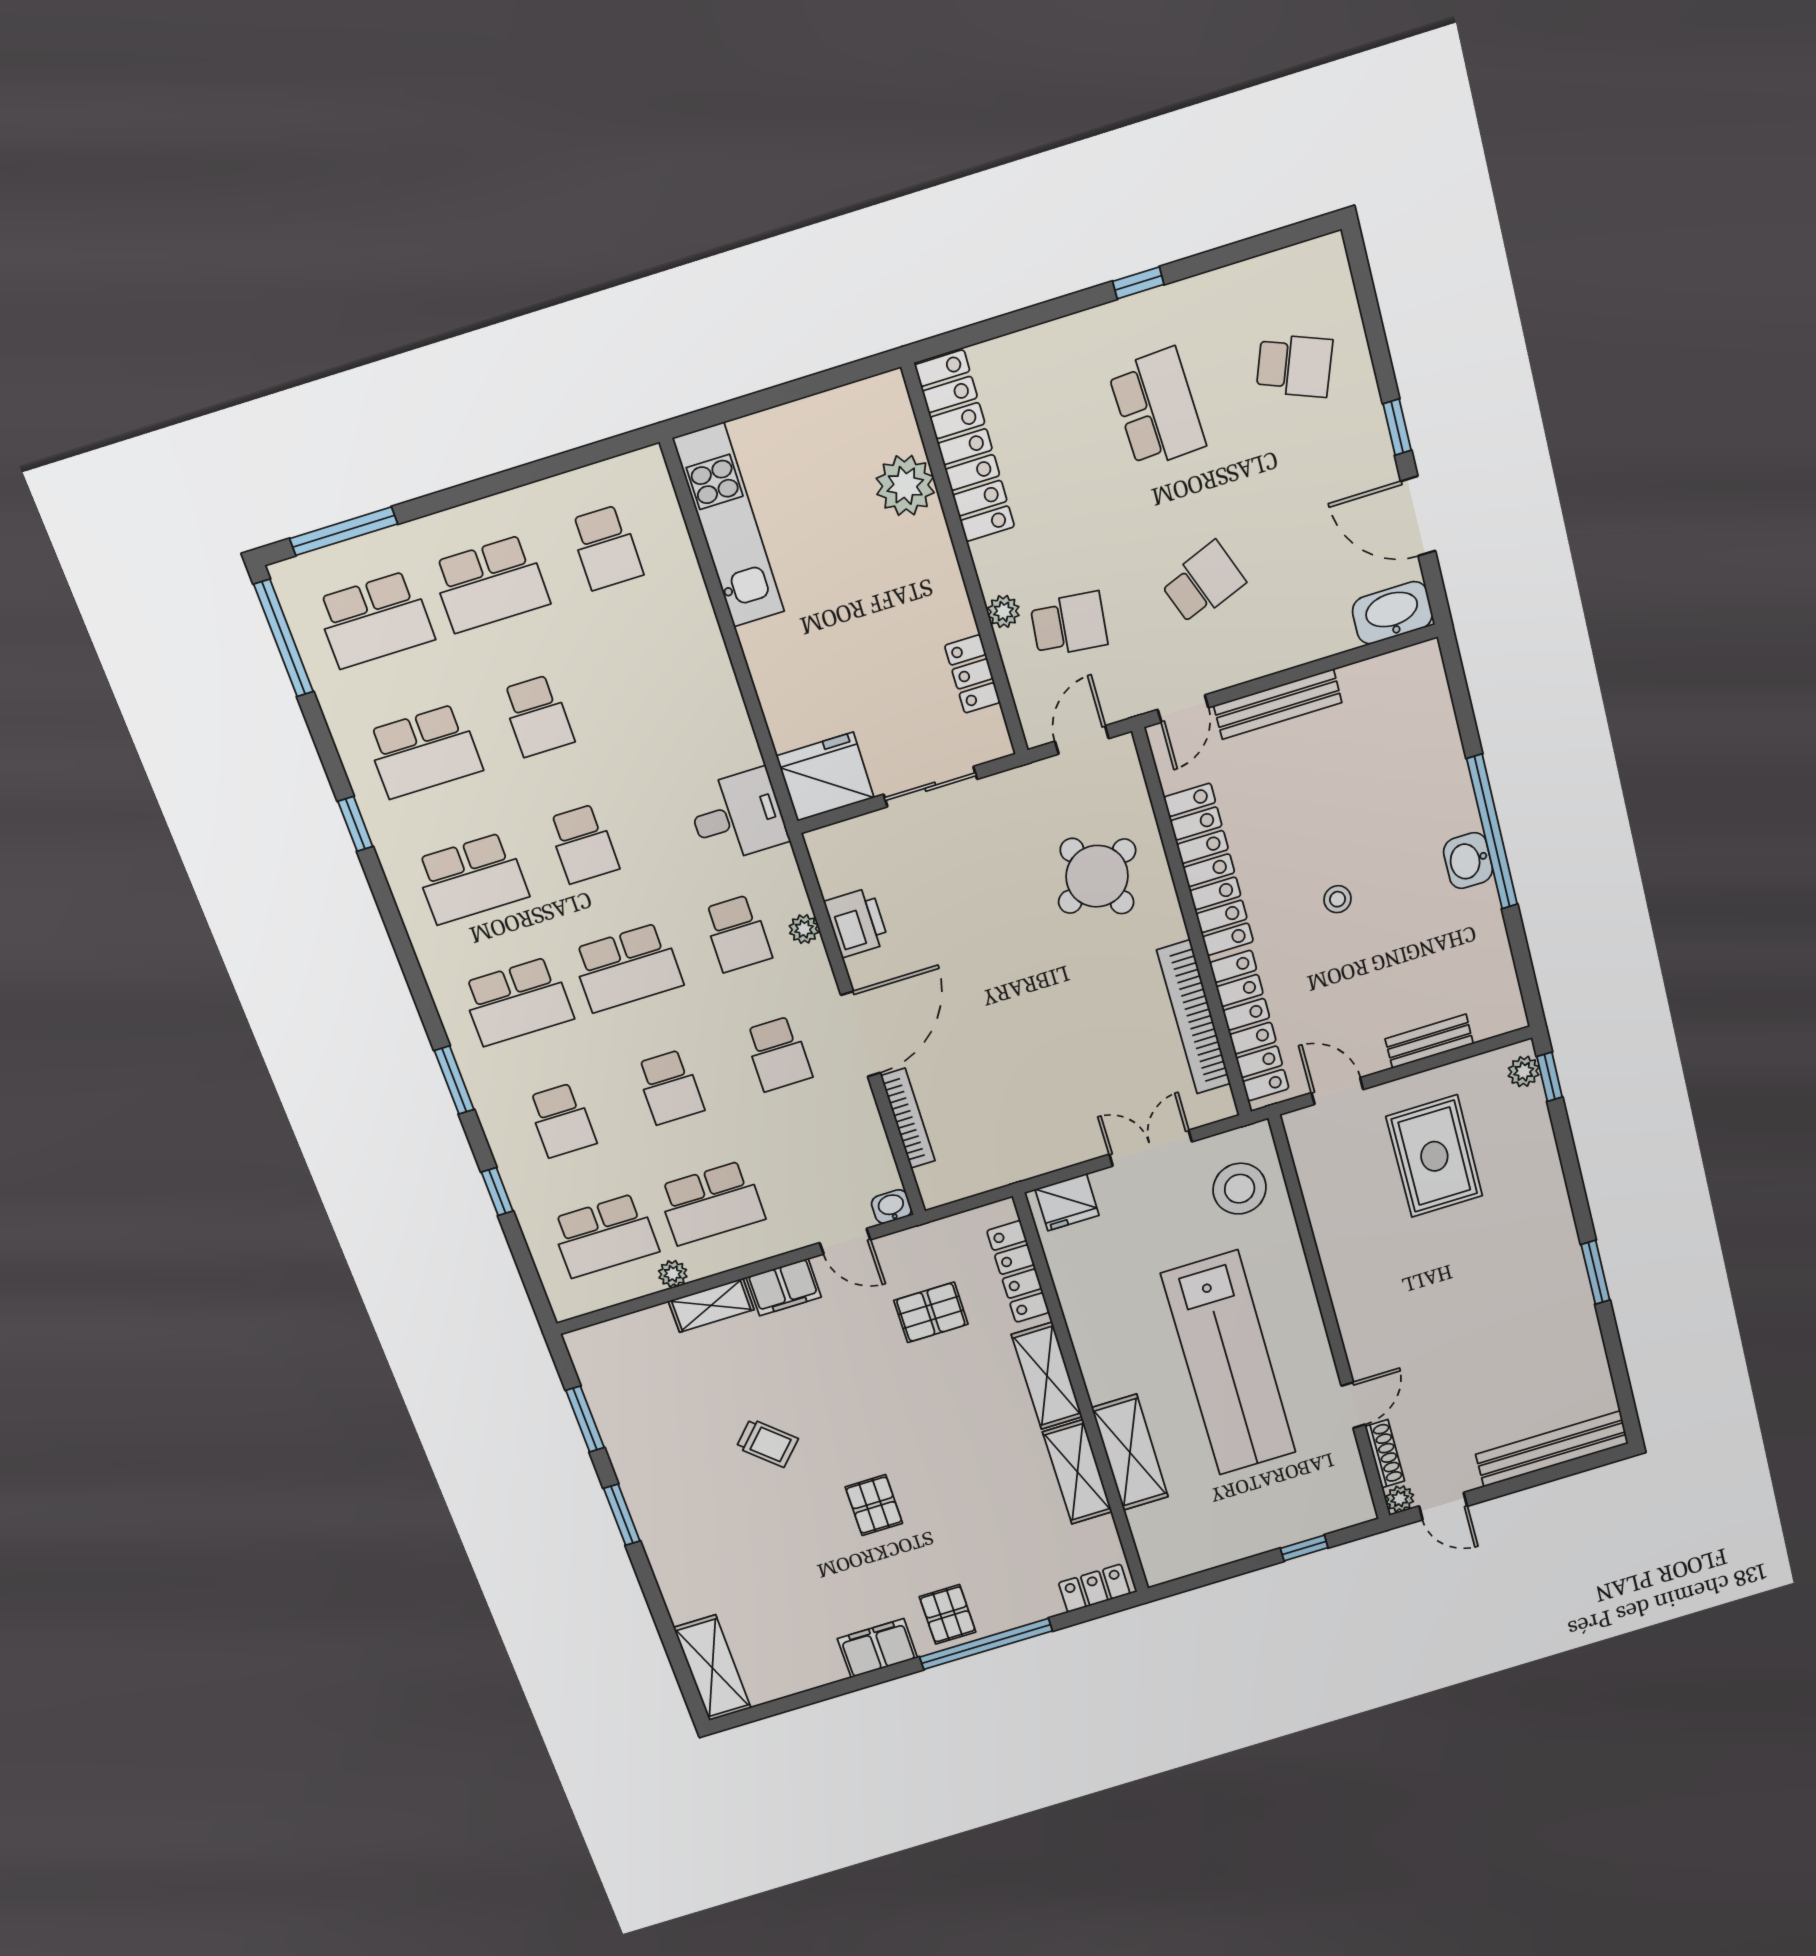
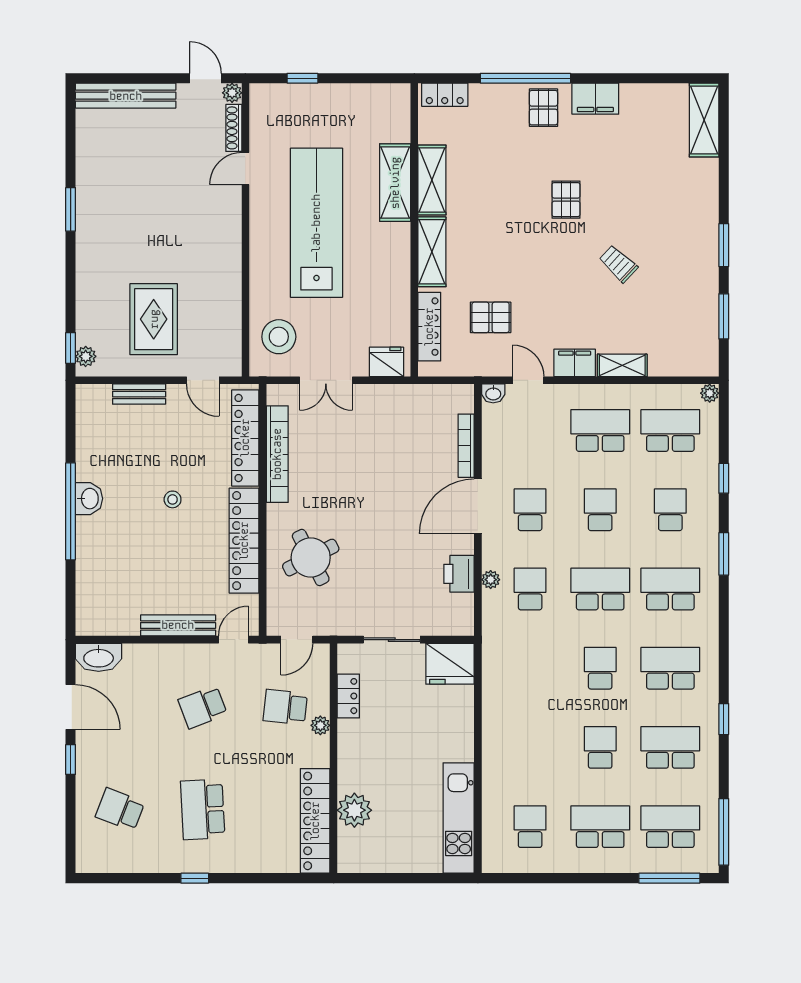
desk: (737, 816) -> (507, 657), removed
plant: (673, 1274) -> (710, 393), moved

